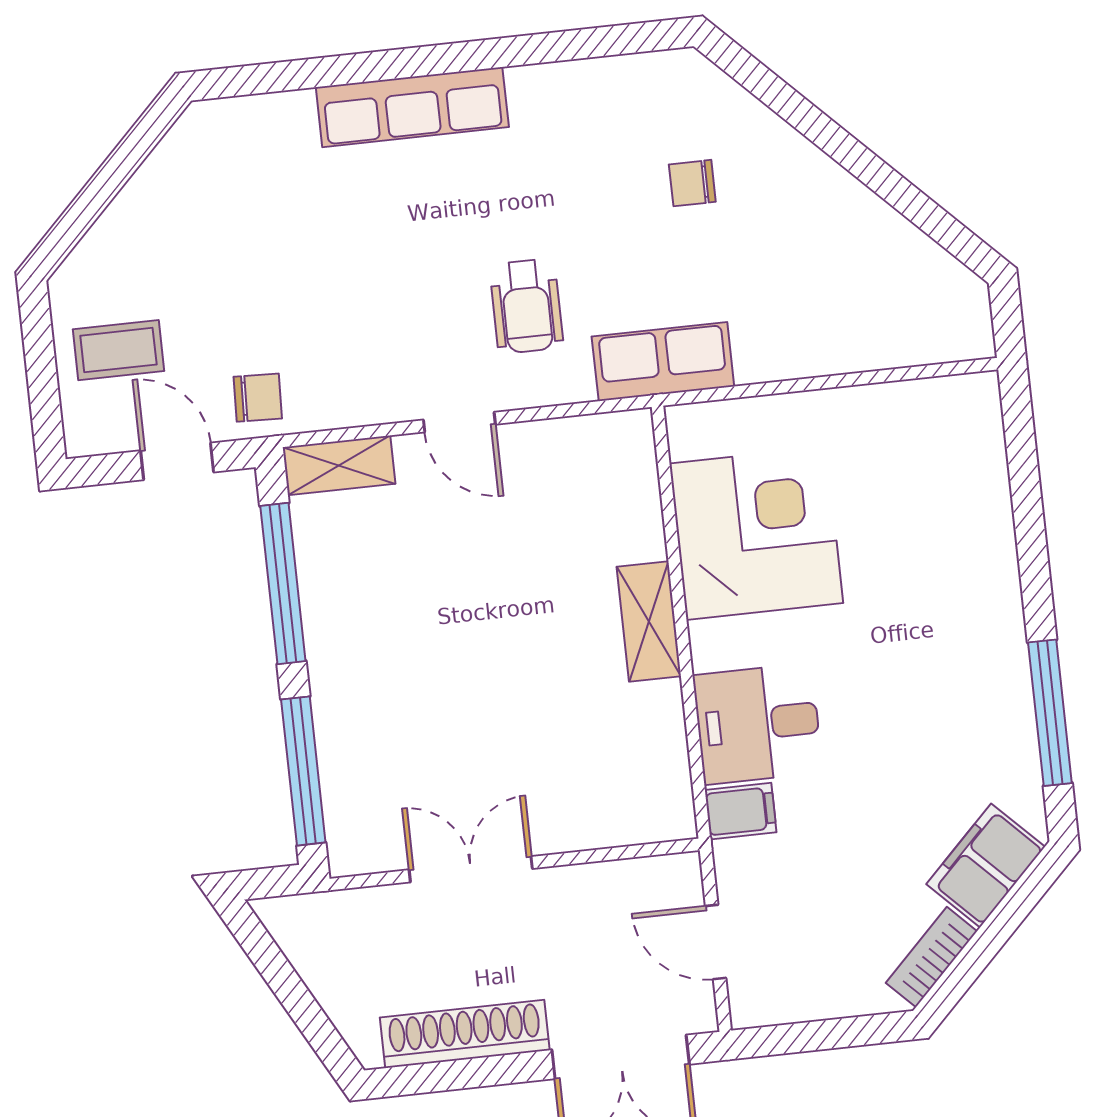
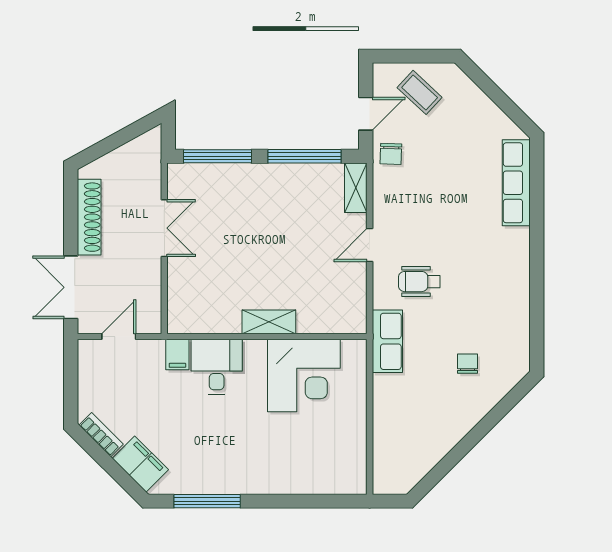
row of seats: (412, 107) -> (516, 183), moved
coffee table: (118, 350) -> (420, 92), turned -47

